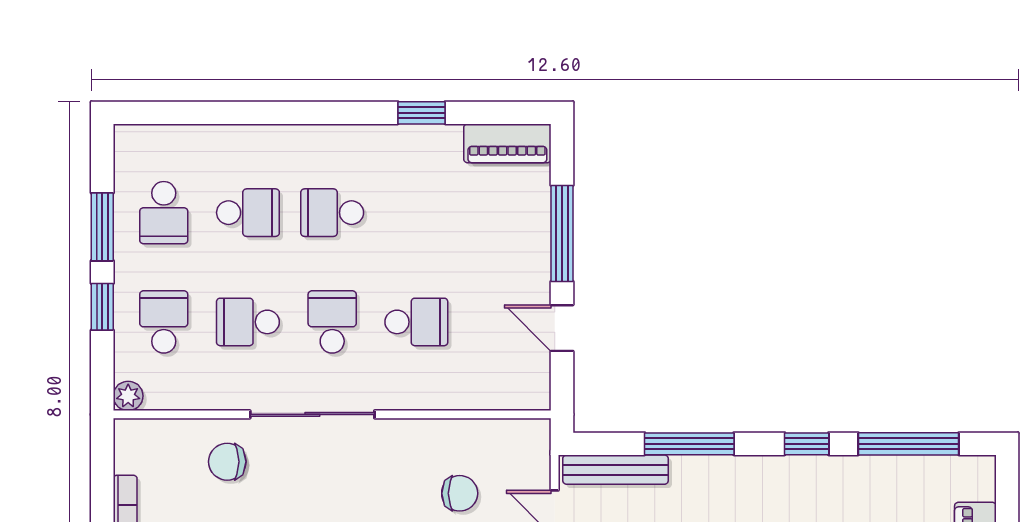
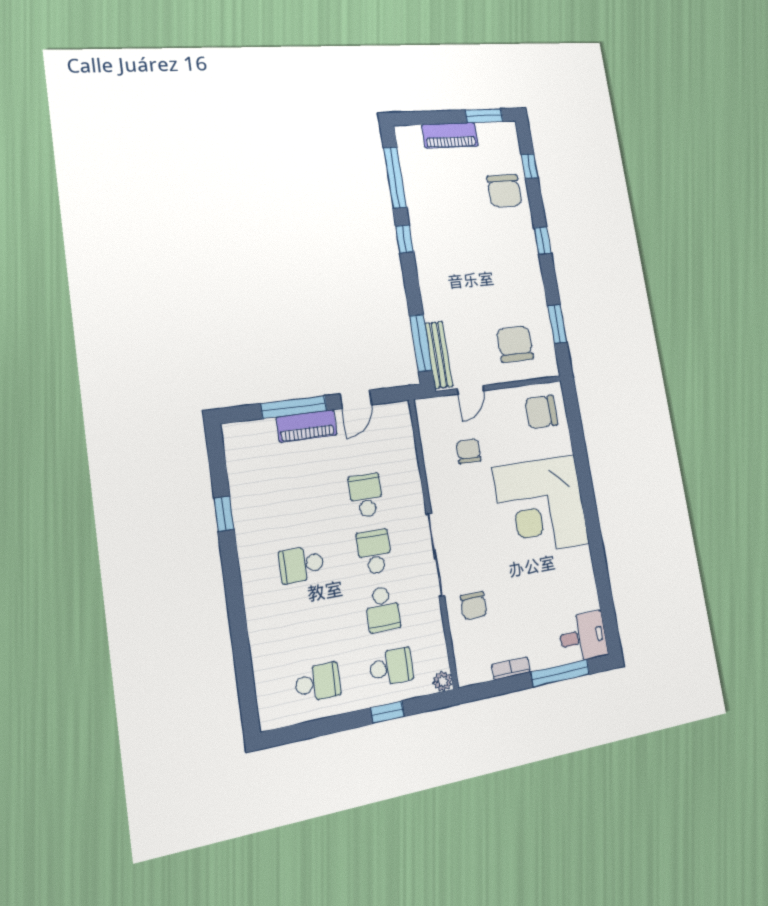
piano: (507, 143) -> (307, 426), moved, turned 90
school desk: (248, 213) -> (309, 623), removed
school desk: (332, 213) -> (301, 564), turned 90
window: (102, 227) -> (333, 724), removed
school desk: (164, 322) -> (391, 667), turned 180
school desk: (332, 322) -> (374, 552), turned 90
window: (689, 444) -> (421, 343), moved

